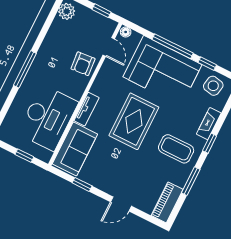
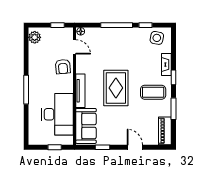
corner sofa: (162, 71) -> (118, 45), removed
tv unit: (87, 109) -> (80, 91), width x1.41
door: (121, 204) -> (135, 147), swing flipped

